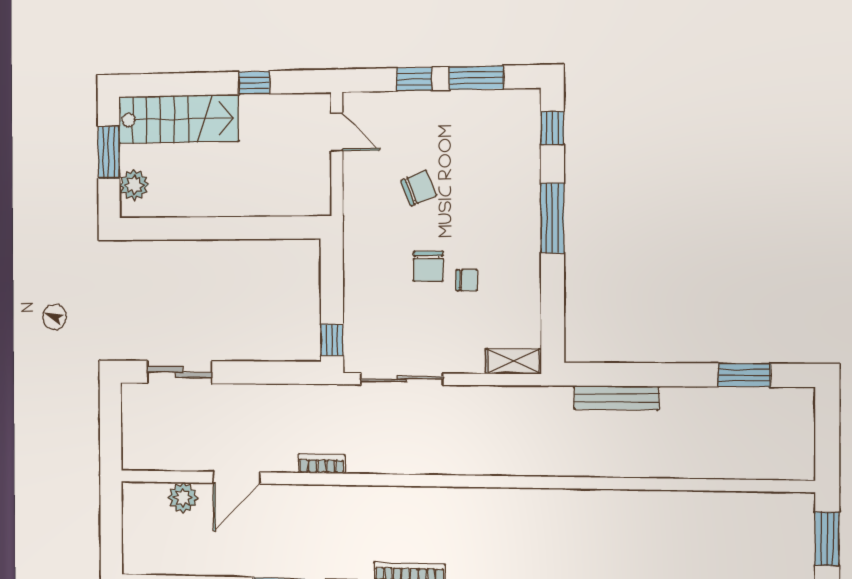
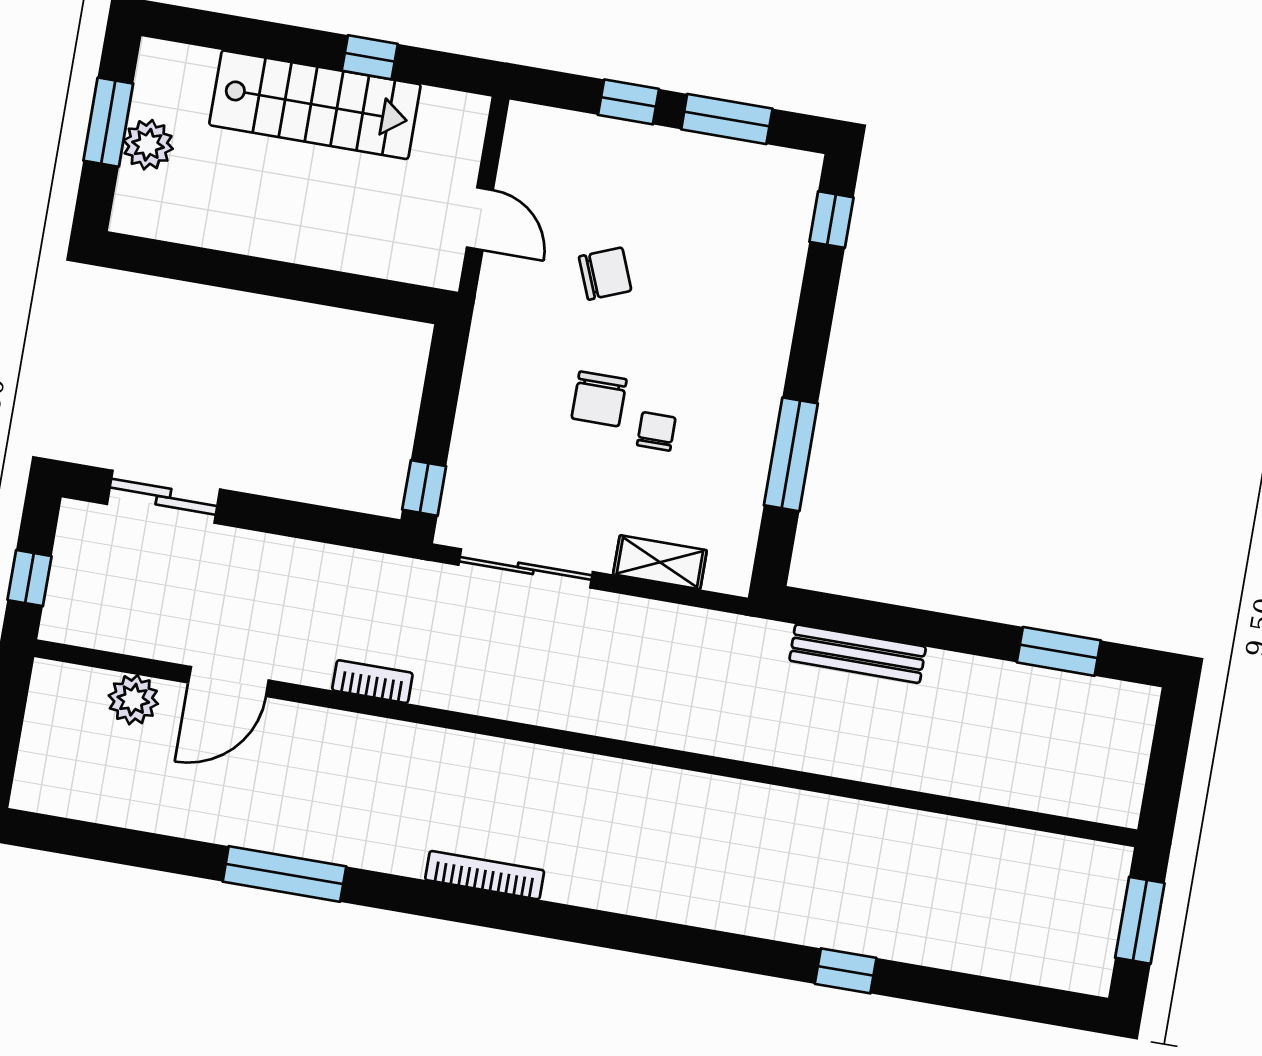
stairs: (178, 119) -> (315, 105), moved
door: (337, 132) -> (480, 219), moved
plant: (134, 185) -> (148, 145), moved
window: (552, 218) -> (791, 454), moved
chair: (467, 280) -> (656, 431), turned -90
shelving: (513, 361) -> (660, 562), moved
window: (111, 434) -> (29, 578), added

